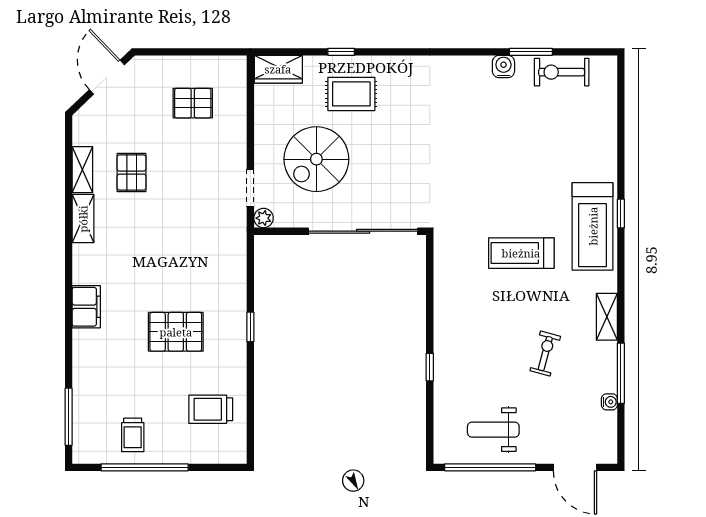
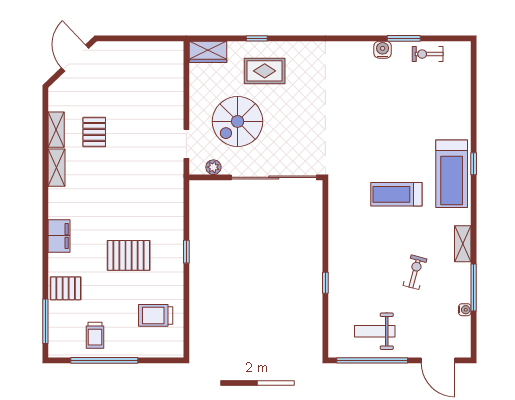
exercise bike: (562, 72) -> (428, 54), width x0.73, depth x0.72
pallet: (193, 103) -> (66, 288), moved
plant: (264, 218) -> (213, 167), moved

